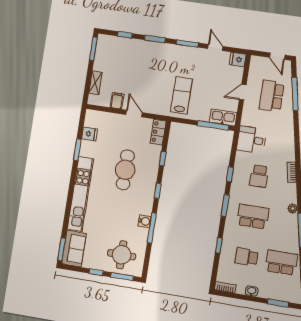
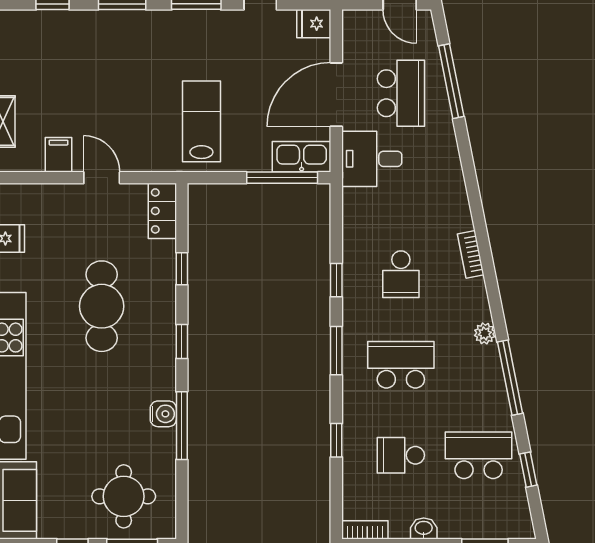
door: (243, 92) -> (336, 95), width x1.88
school desk: (272, 96) -> (401, 93), turned 180
desk: (251, 140) -> (372, 159), moved

